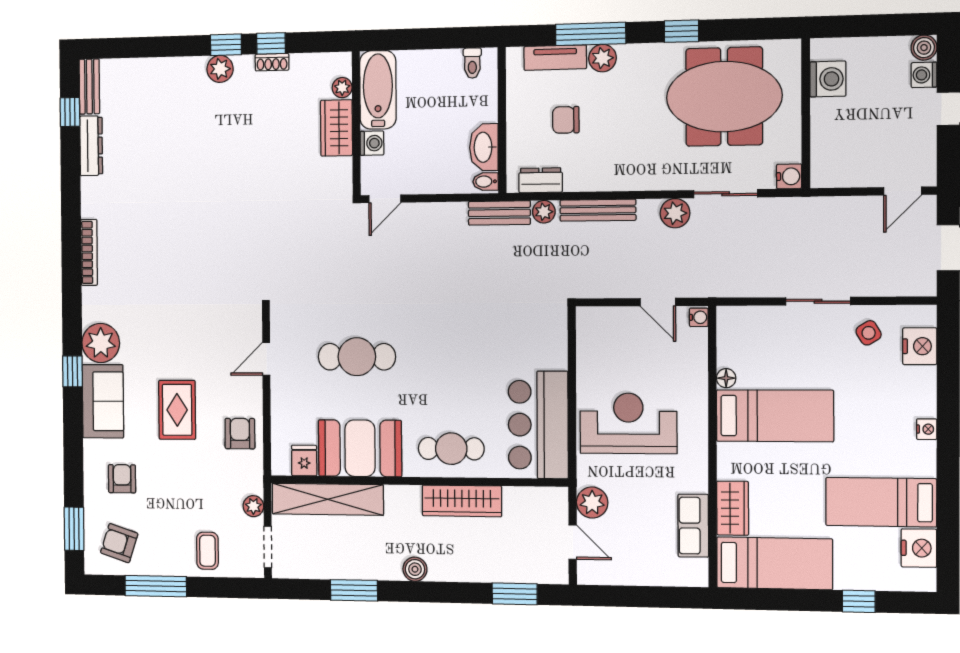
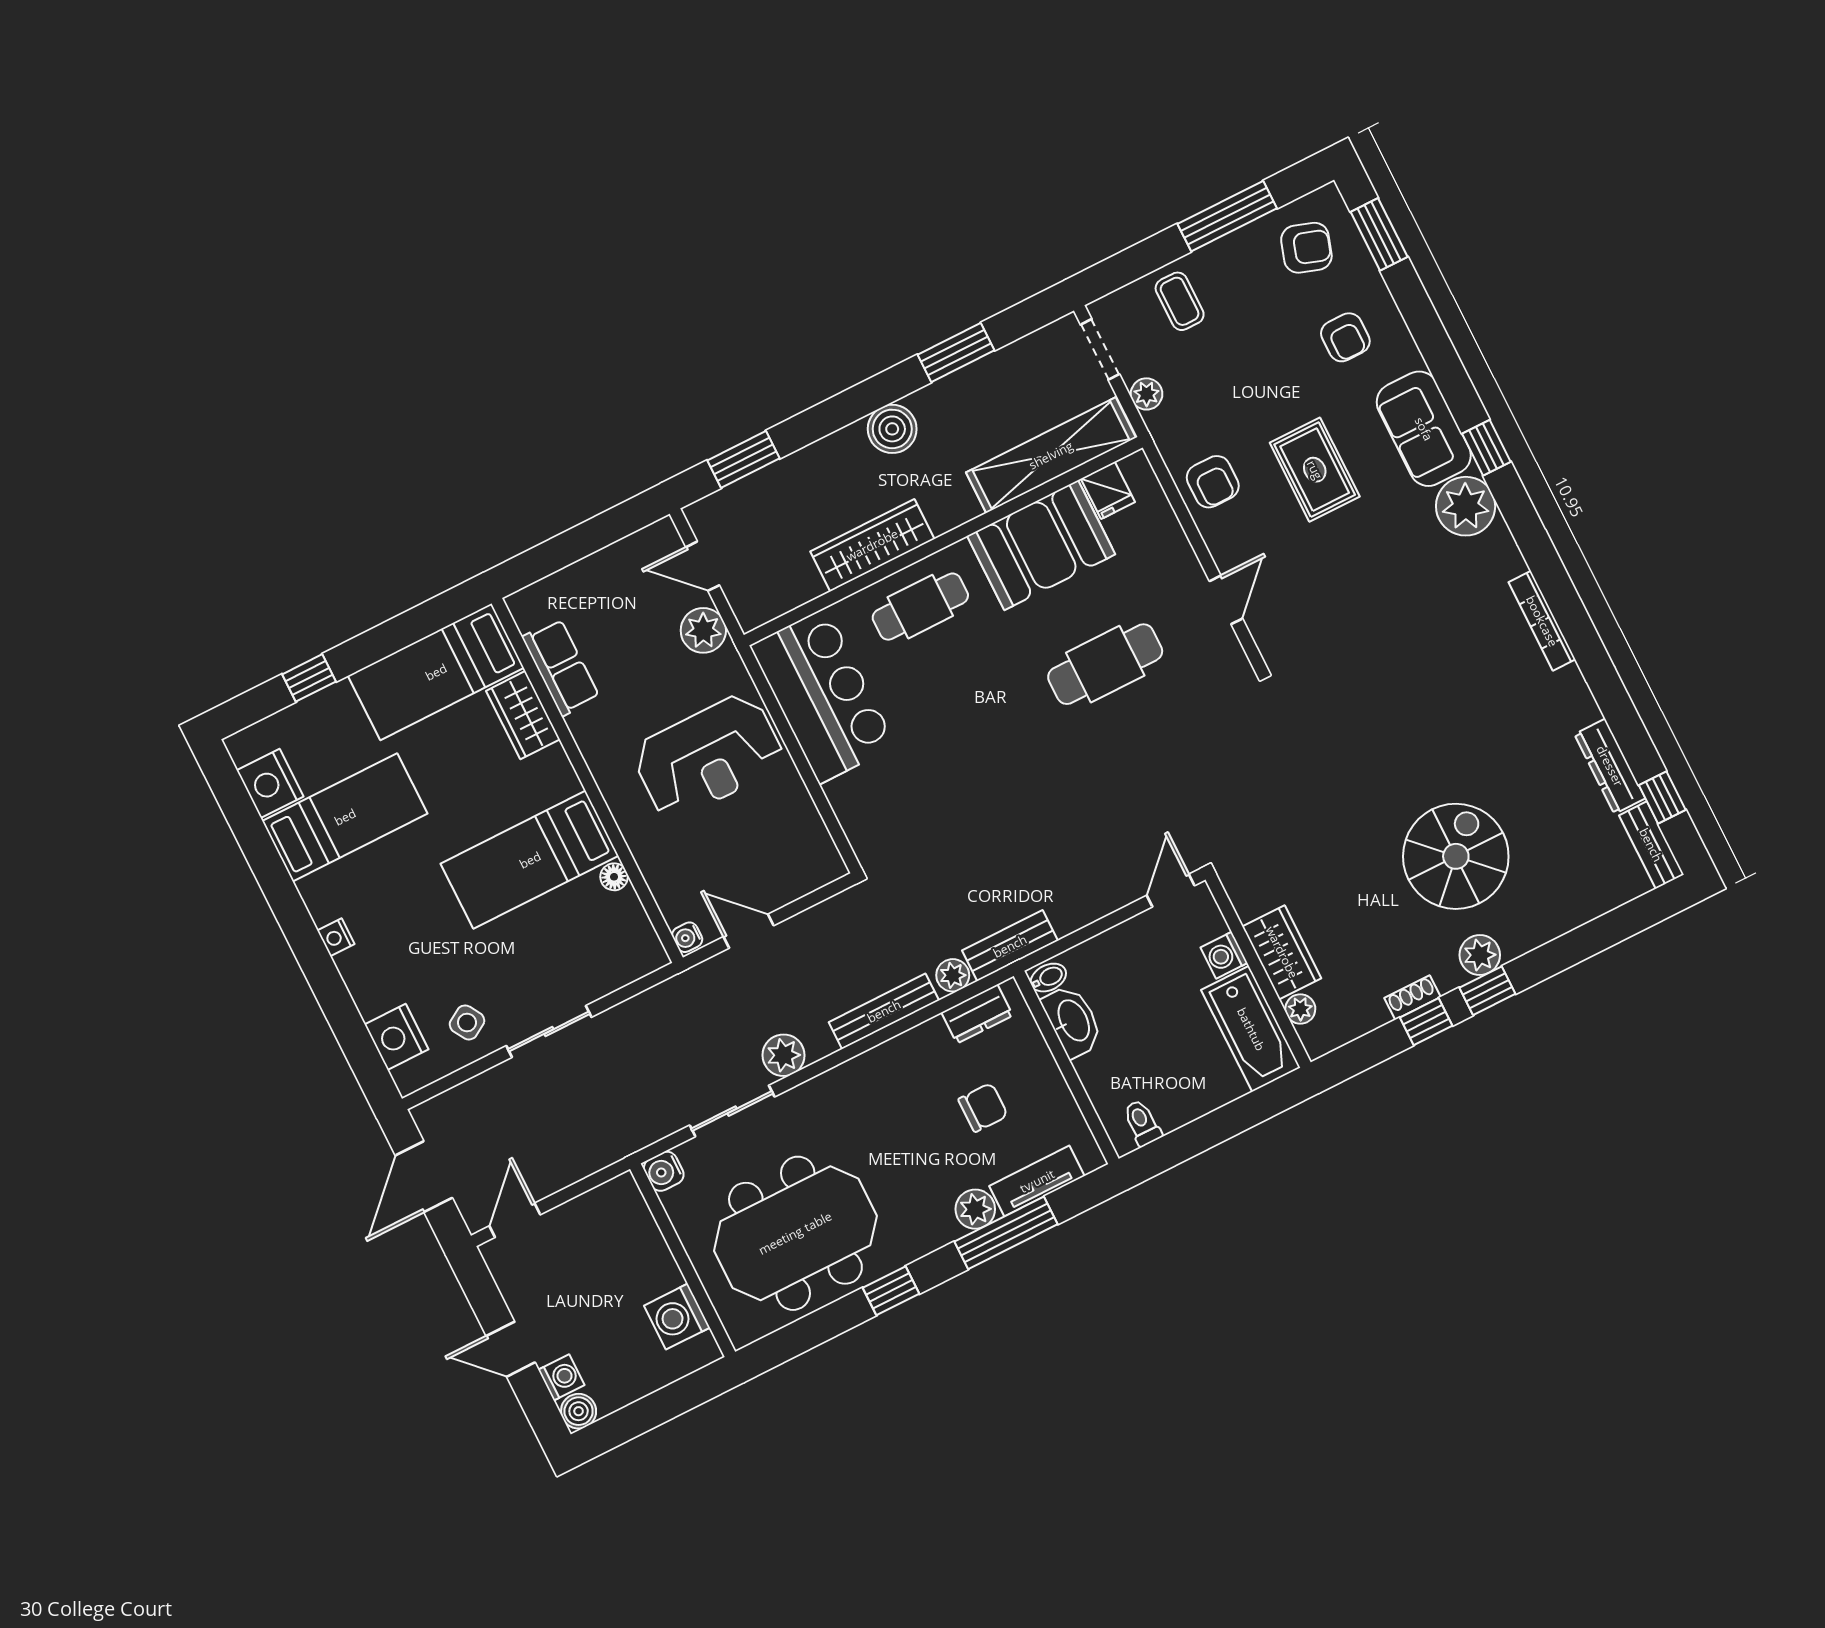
spiral stairs: (206, 136) -> (1456, 856), added
boiler: (415, 569) -> (892, 429), width x1.36, depth x1.36

